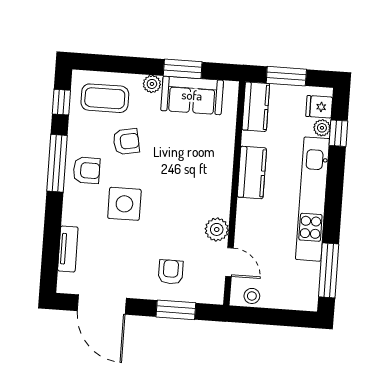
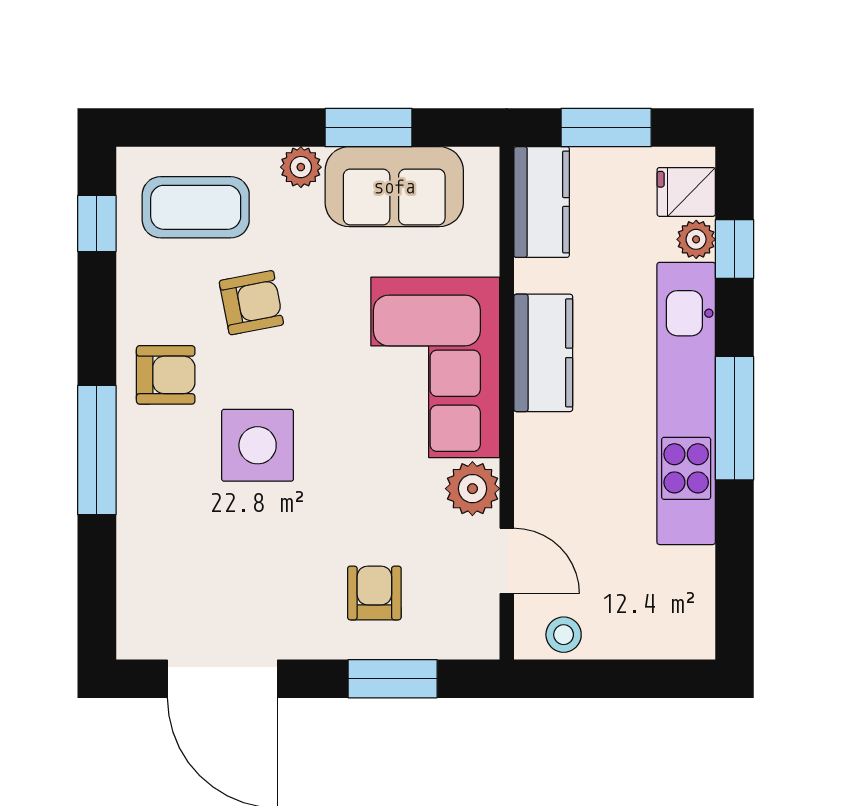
window: (57, 163) -> (97, 450), moved
corner sofa: (204, 175) -> (435, 367), added
tv unit: (68, 249) -> (136, 557), removed
window: (329, 270) -> (734, 418), moved

